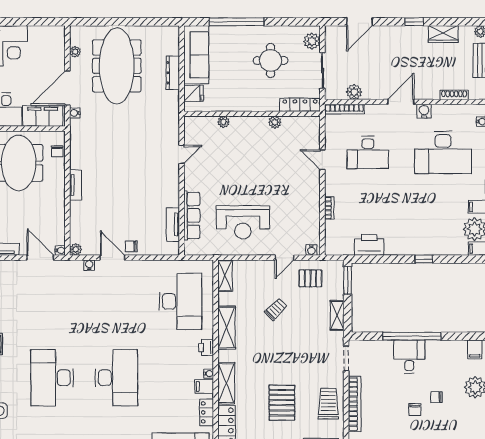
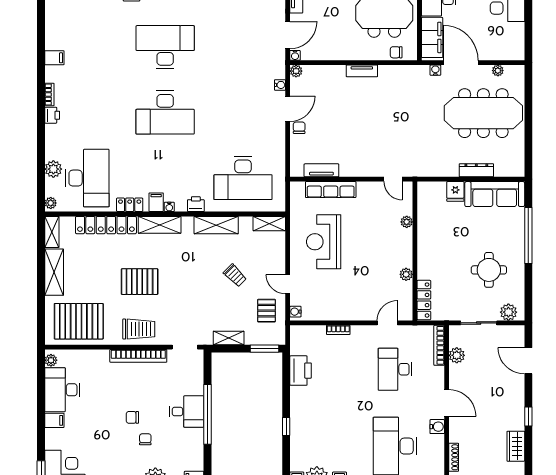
locker: (300, 105) -> (424, 300), moved
wall: (252, 114) -> (415, 251), moved
plant: (223, 122) -> (407, 222), moved
plant: (275, 122) -> (406, 274), moved

